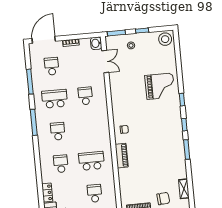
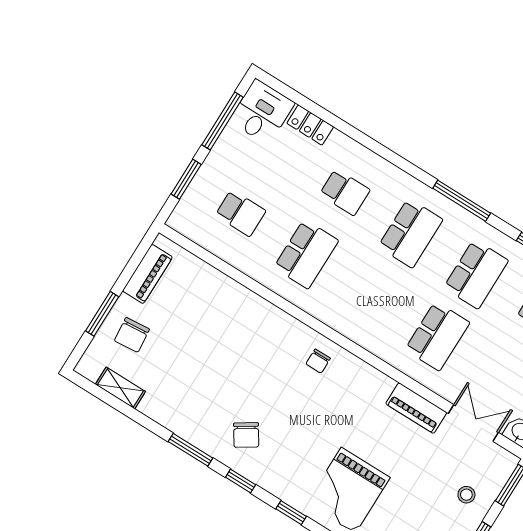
double door: (105, 61) -> (473, 423), swing flipped
school desk: (85, 96) -> (437, 336), width x1.85
school desk: (58, 131) -> (410, 233), width x1.85
chair: (167, 135) -> (246, 435), added
piano: (122, 156) -> (416, 408), moved

